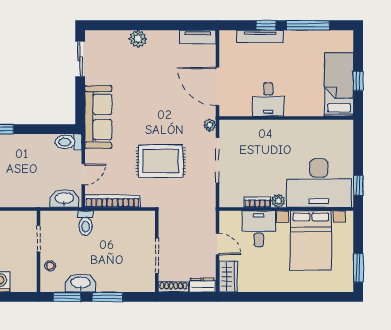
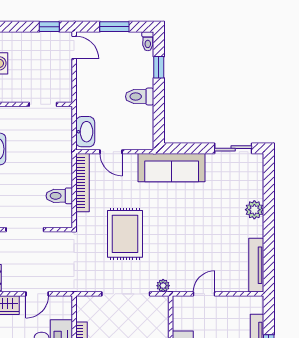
tv unit: (198, 37) -> (256, 265), width x1.41
door: (218, 86) -> (204, 294), width x0.53
toilet: (68, 142) -> (140, 97), moved, turned -90
toilet: (86, 223) -> (59, 196), moved
stool: (50, 266) -> (14, 117), removed

